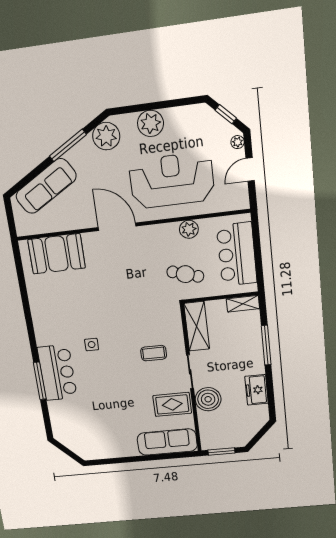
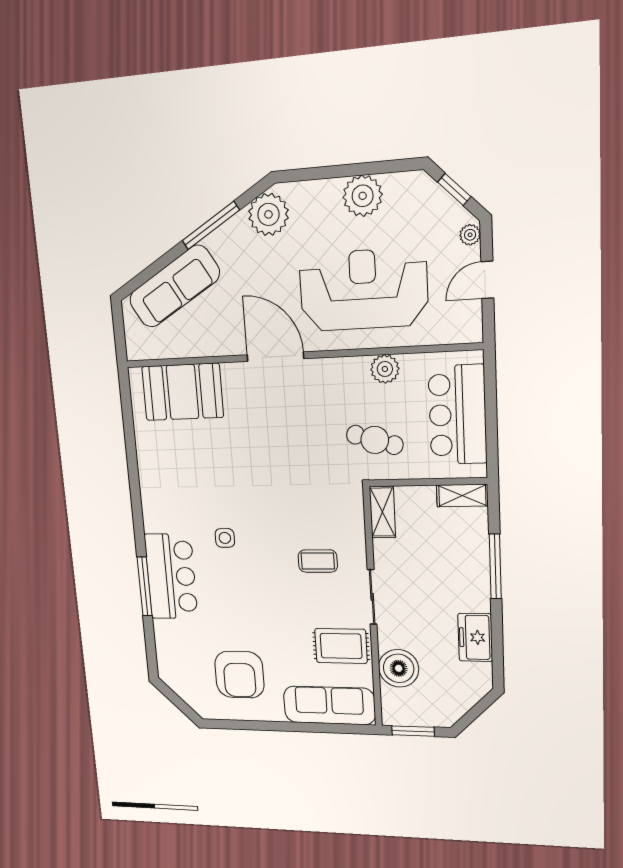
plant: (151, 123) -> (363, 196), moved
shelving: (197, 326) -> (382, 512), width x0.67, depth x0.75
boiler: (208, 399) -> (399, 668), moved
armchair: (107, 430) -> (239, 675), added

